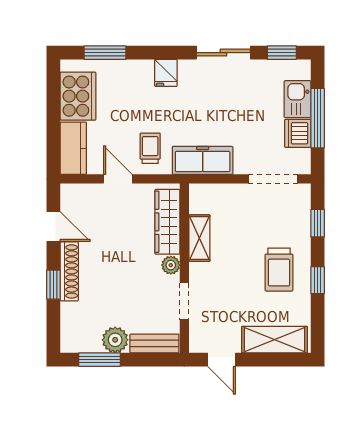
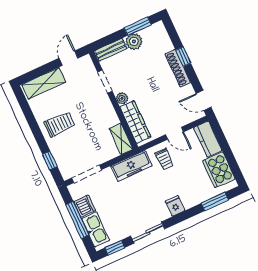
kitchen sink: (297, 99) -> (96, 229), width x1.38
door: (53, 227) -> (203, 100), moved
shelving: (199, 238) -> (121, 139), moved
trolley: (279, 270) -> (60, 124), turned 90
window: (318, 280) -> (35, 128), removed
door: (222, 360) -> (69, 58), hinge flipped

